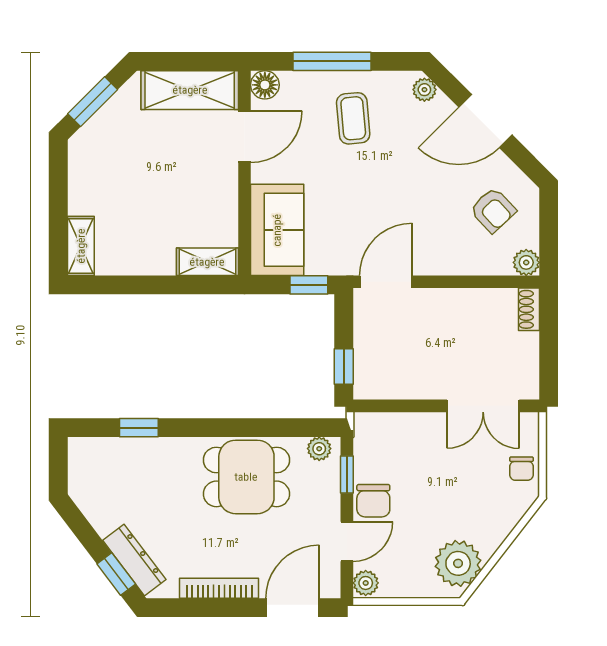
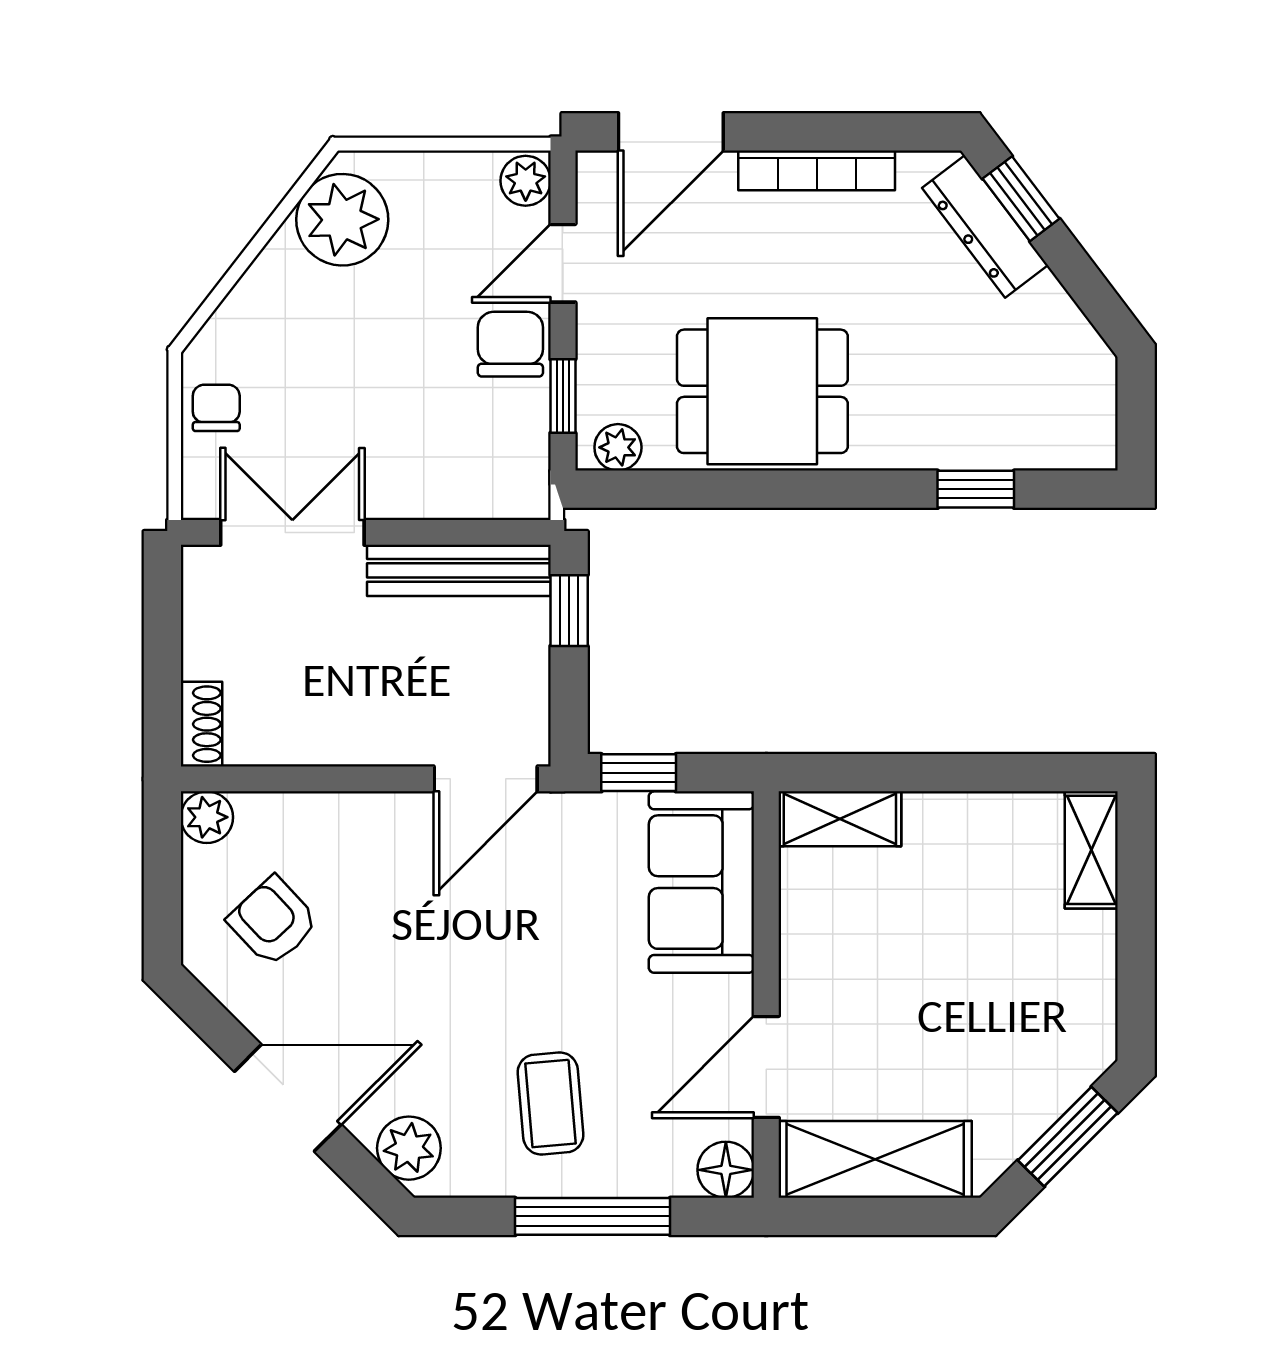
plant: (424, 90) -> (409, 1148), width x1.38, depth x1.38
bench: (399, 387) -> (459, 570), added

